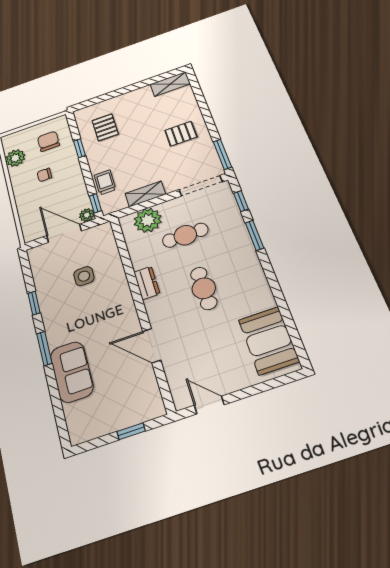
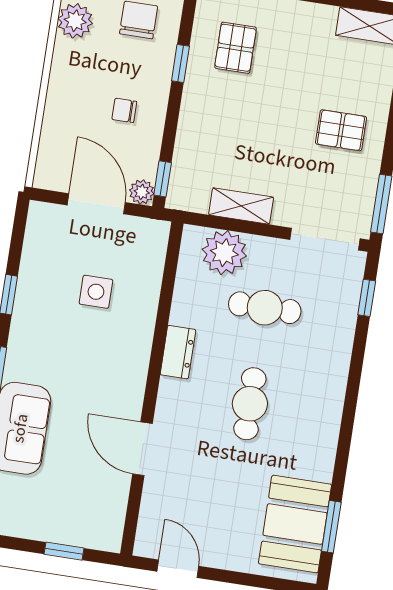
chair: (44, 175) -> (124, 110), moved
trolley: (105, 182) -> (192, 150), removed
window: (255, 235) -> (331, 527), moved

